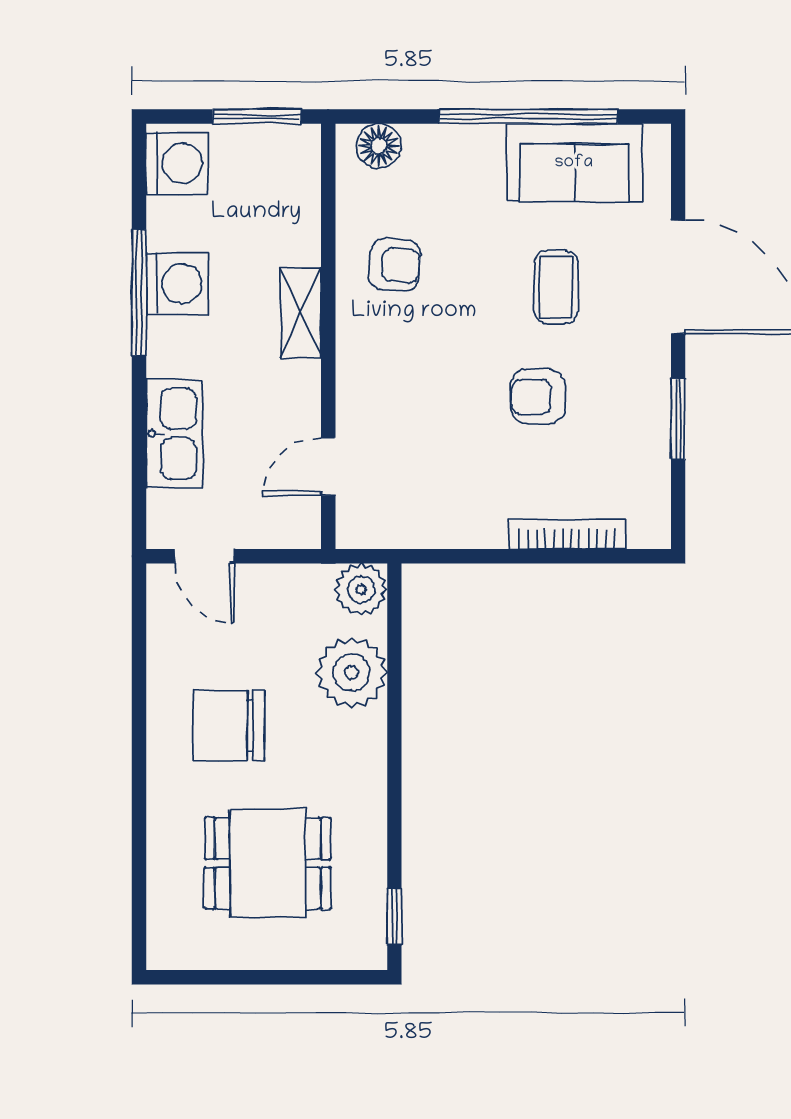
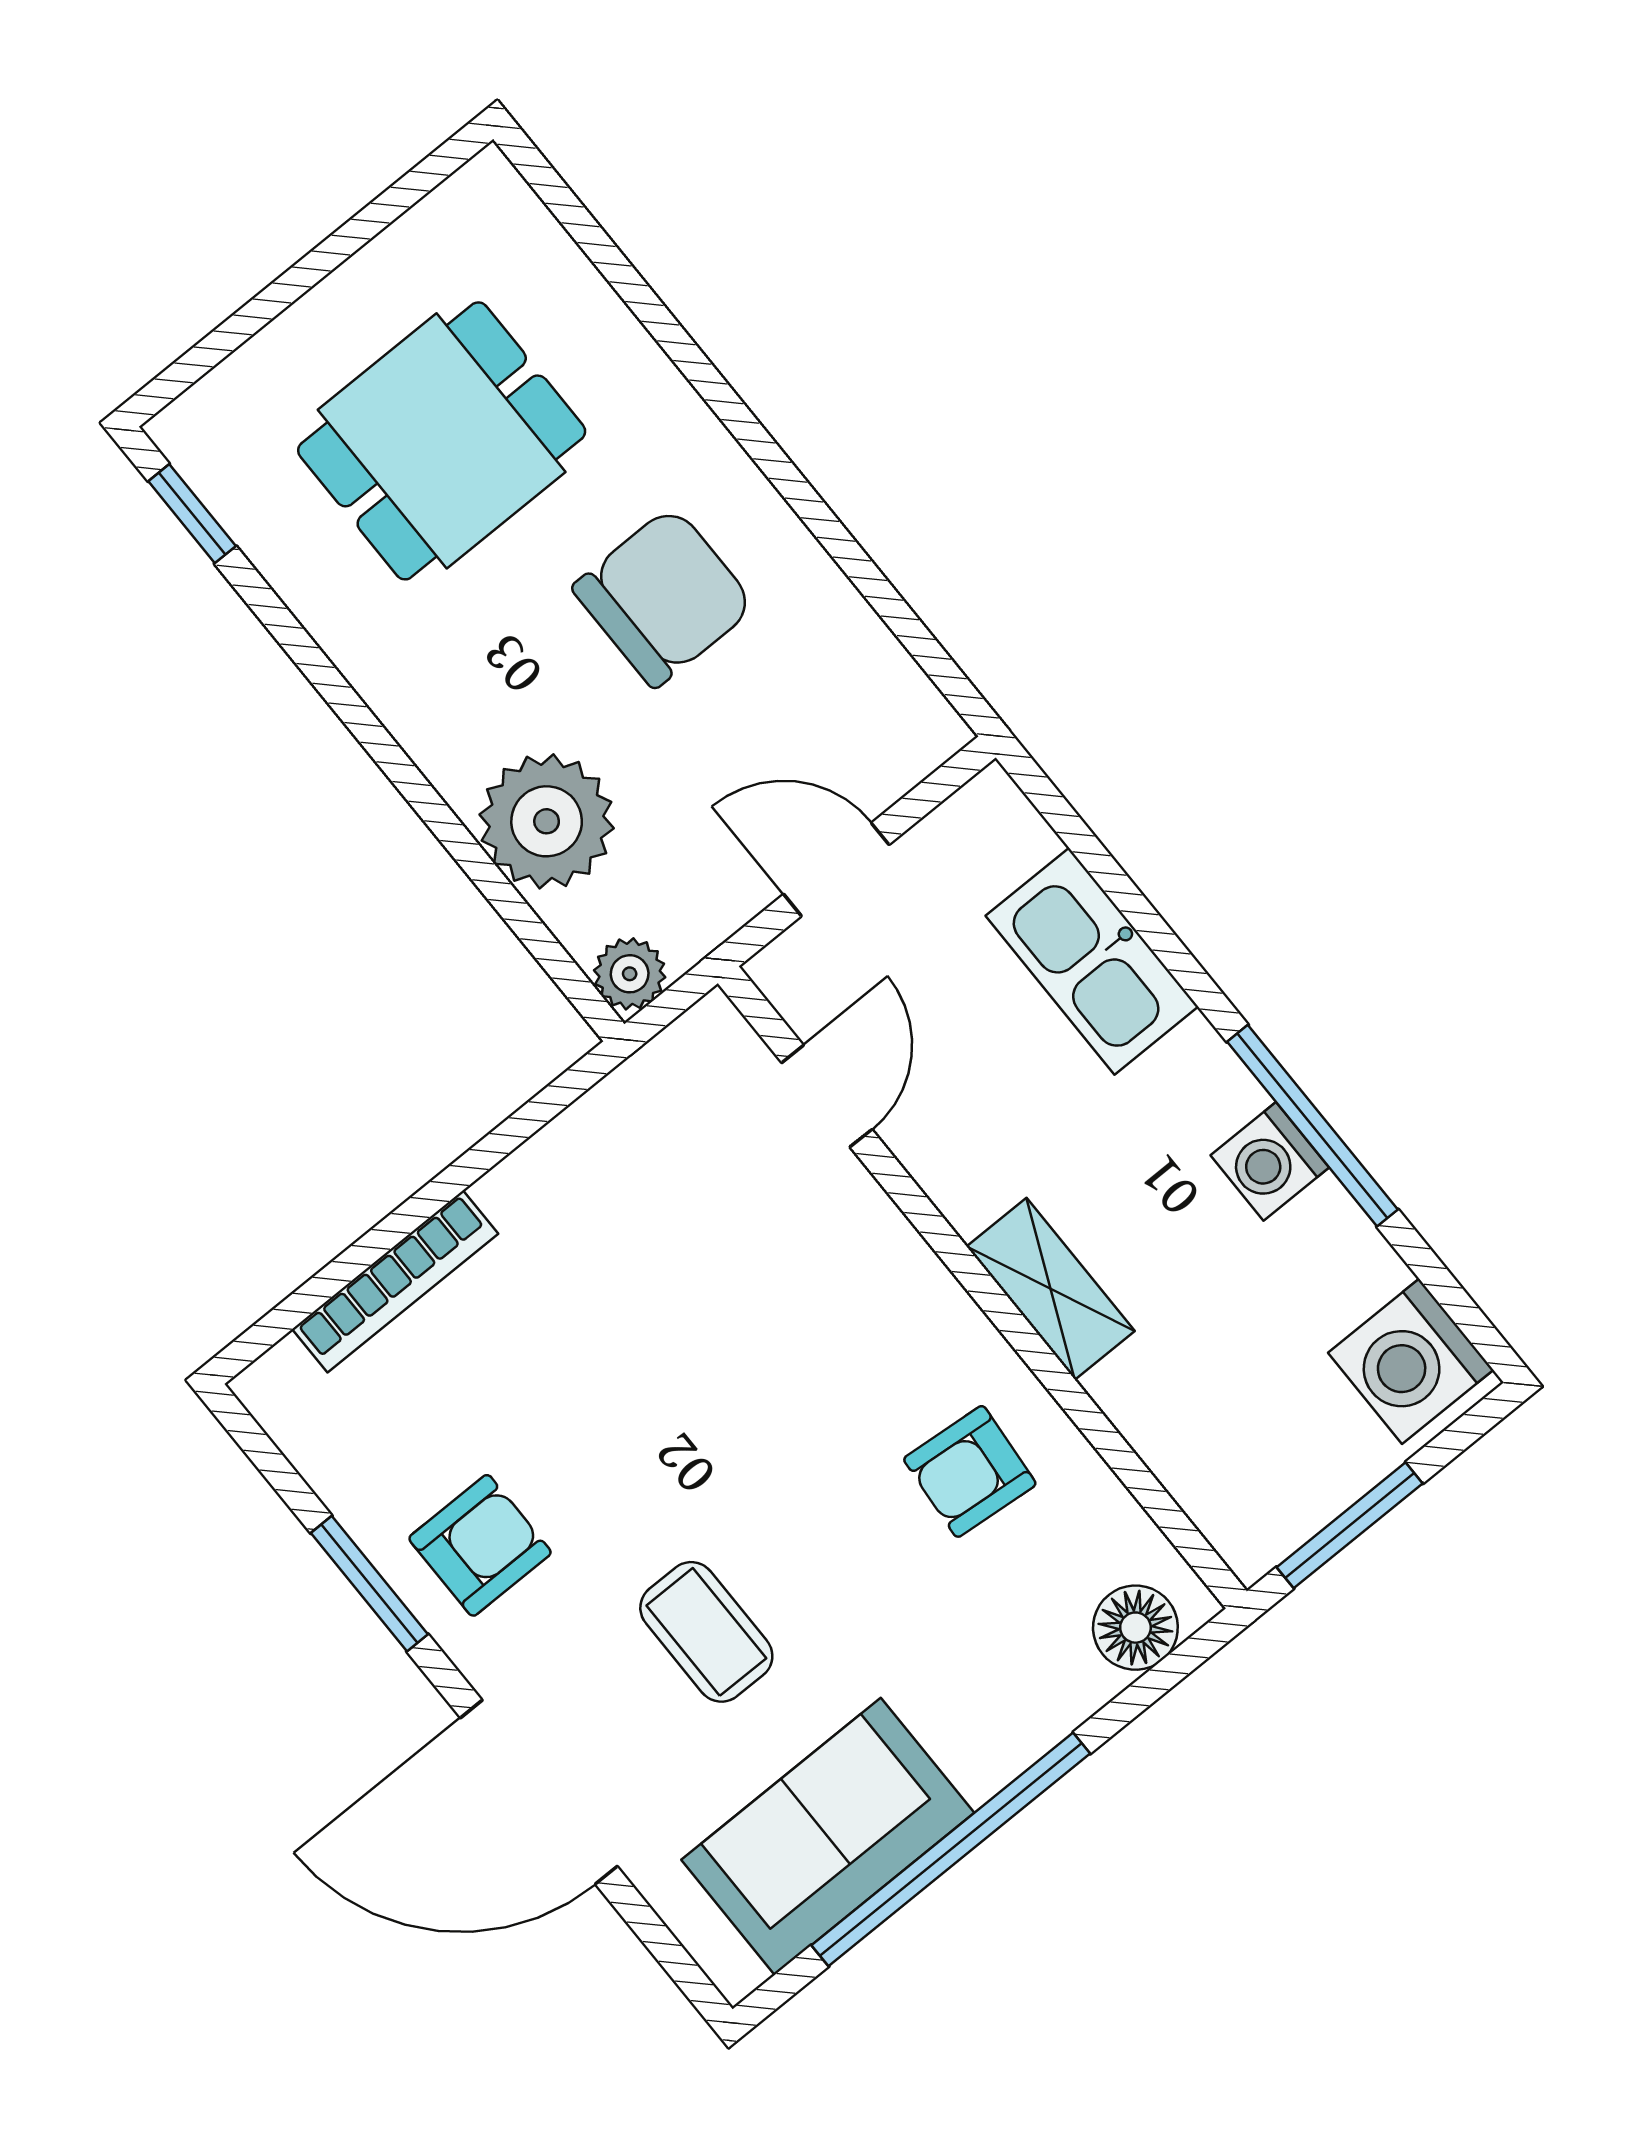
washing machine: (177, 284) -> (1270, 1161), width x0.73, depth x0.73
armchair: (538, 397) -> (480, 1545), moved
door: (205, 556) -> (836, 869), moved
plant: (361, 589) -> (630, 974), width x0.73, depth x0.73

